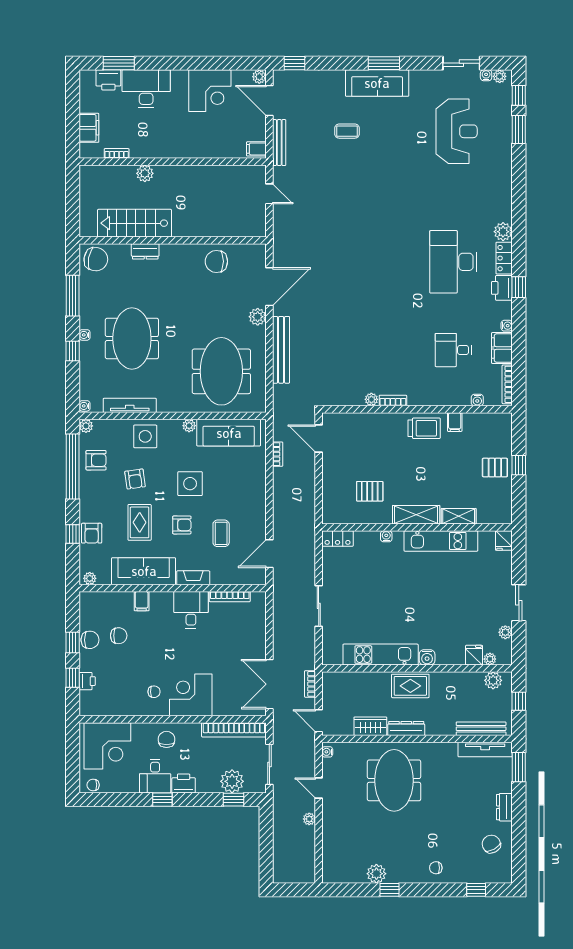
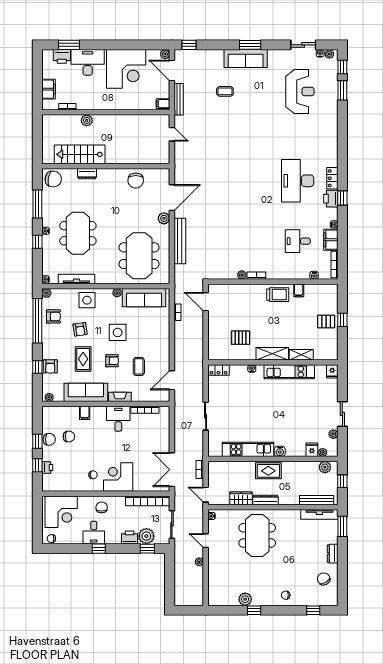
corner desk: (210, 91) -> (126, 69), width x1.36, depth x1.36
plant: (503, 232) -> (332, 160), removed
chair: (216, 261) -> (136, 181), turned -90
printer: (184, 783) -> (130, 538), moved

